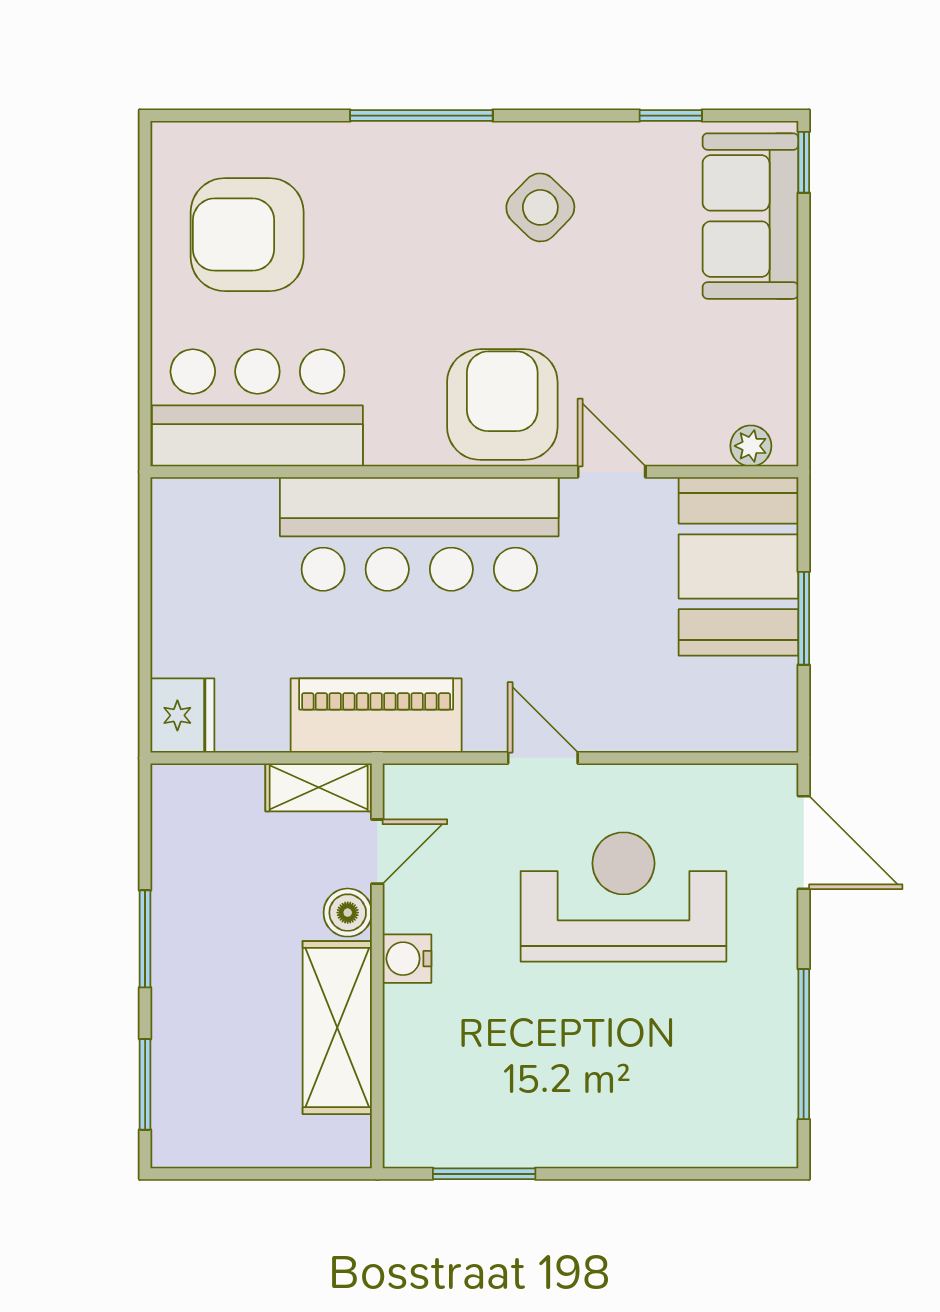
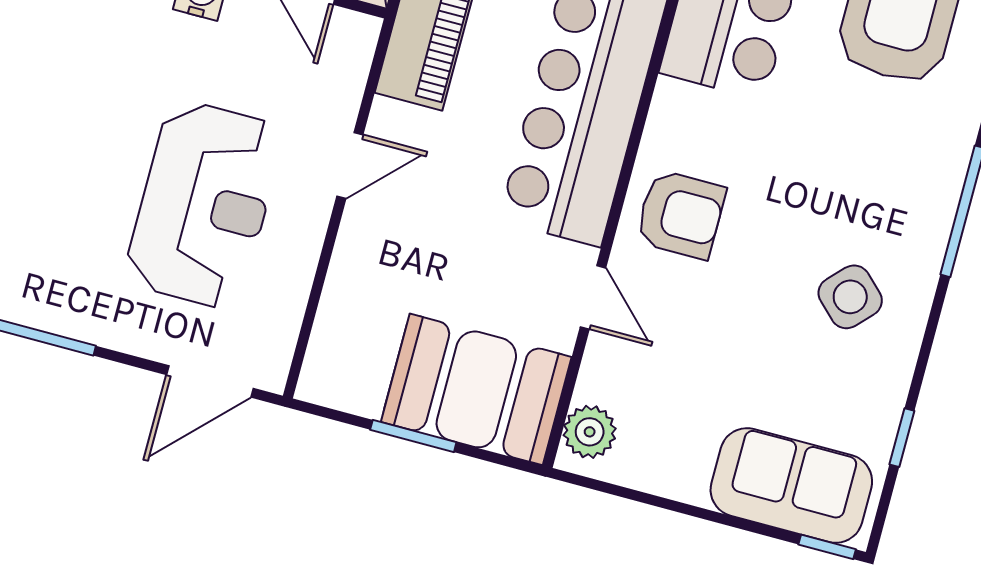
armchair: (502, 405) -> (681, 214), width x0.73, depth x0.73
plant: (751, 446) -> (590, 432), width x1.38, depth x1.38
door: (612, 472) -> (593, 297), hinge flipped

